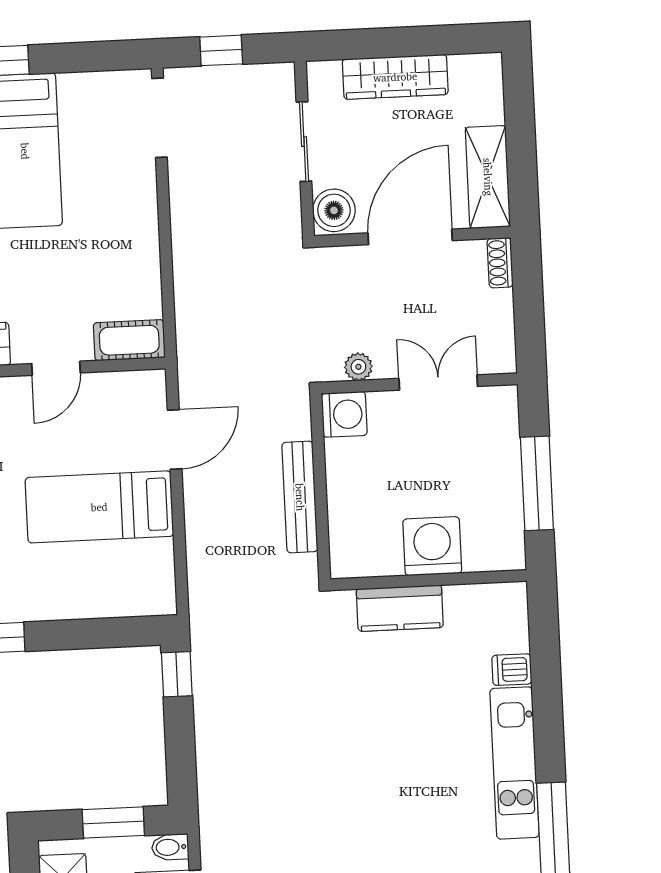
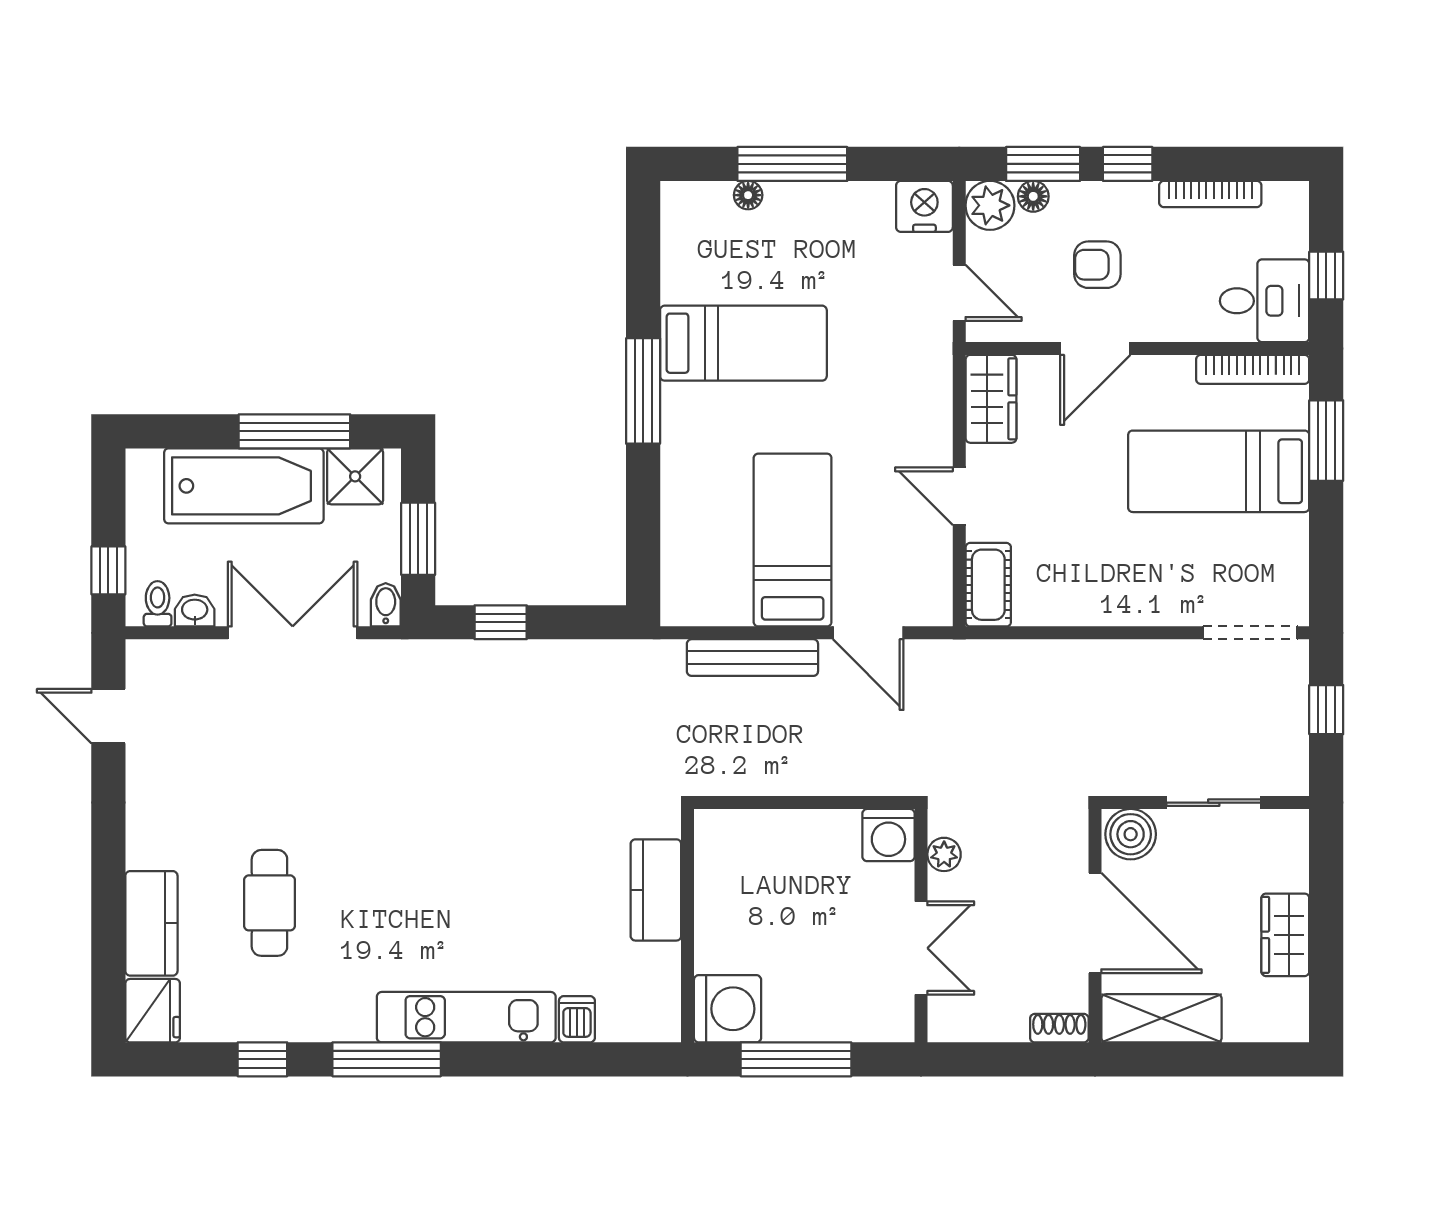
wardrobe: (395, 77) -> (1285, 935), width x0.67
bench: (300, 497) -> (752, 658), moved
washing machine: (432, 546) -> (728, 1009), moved
window: (177, 674) -> (501, 622), moved

